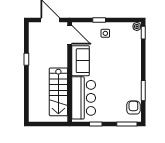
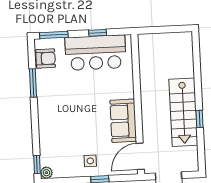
door: (70, 35) -> (140, 156), hinge flipped
stairs: (58, 92) -> (183, 112), moved, turned 180
bar counter: (84, 98) -> (96, 53), moved, turned -90
armchair: (133, 108) -> (46, 58), turned -90

